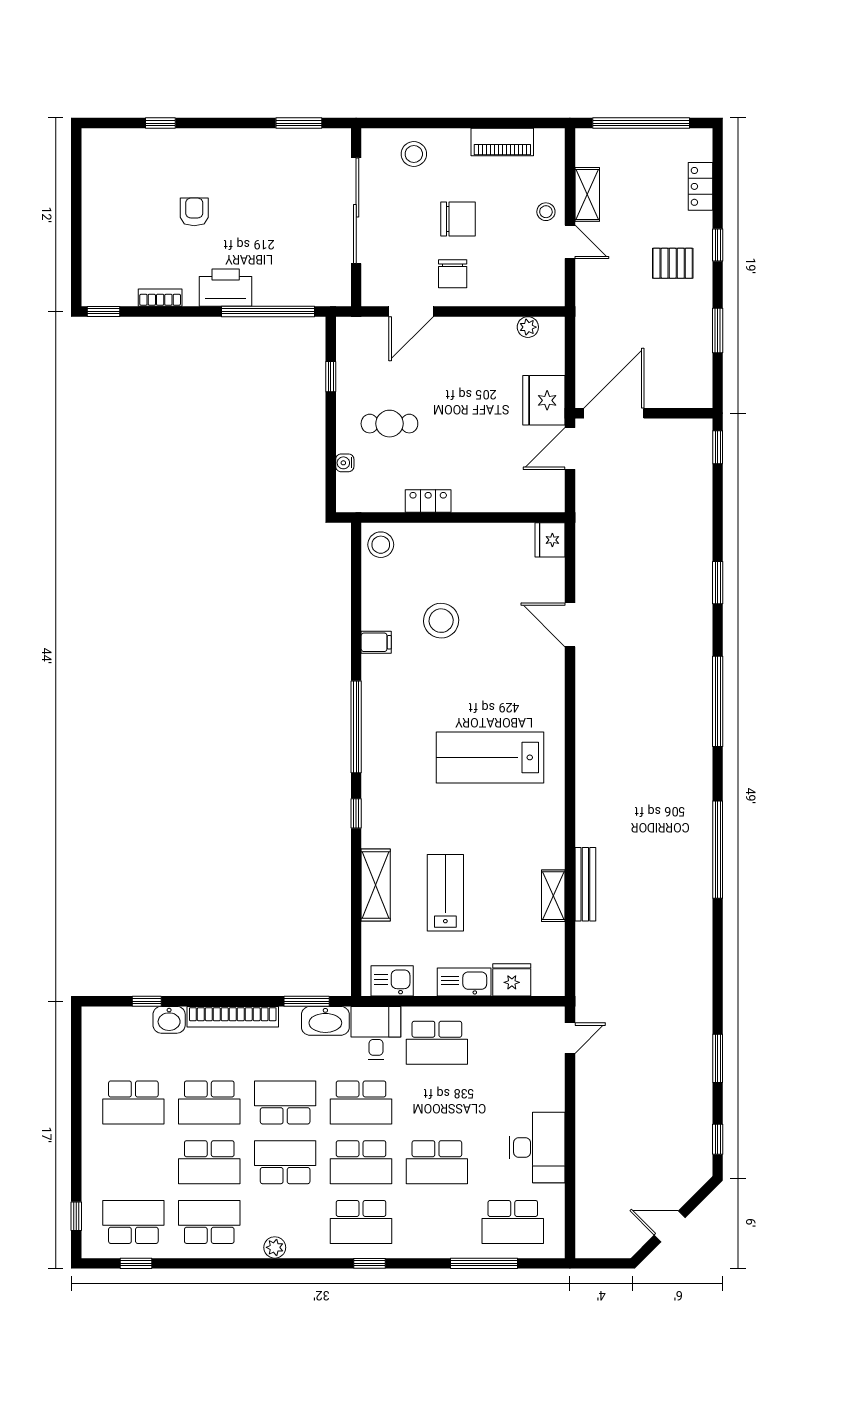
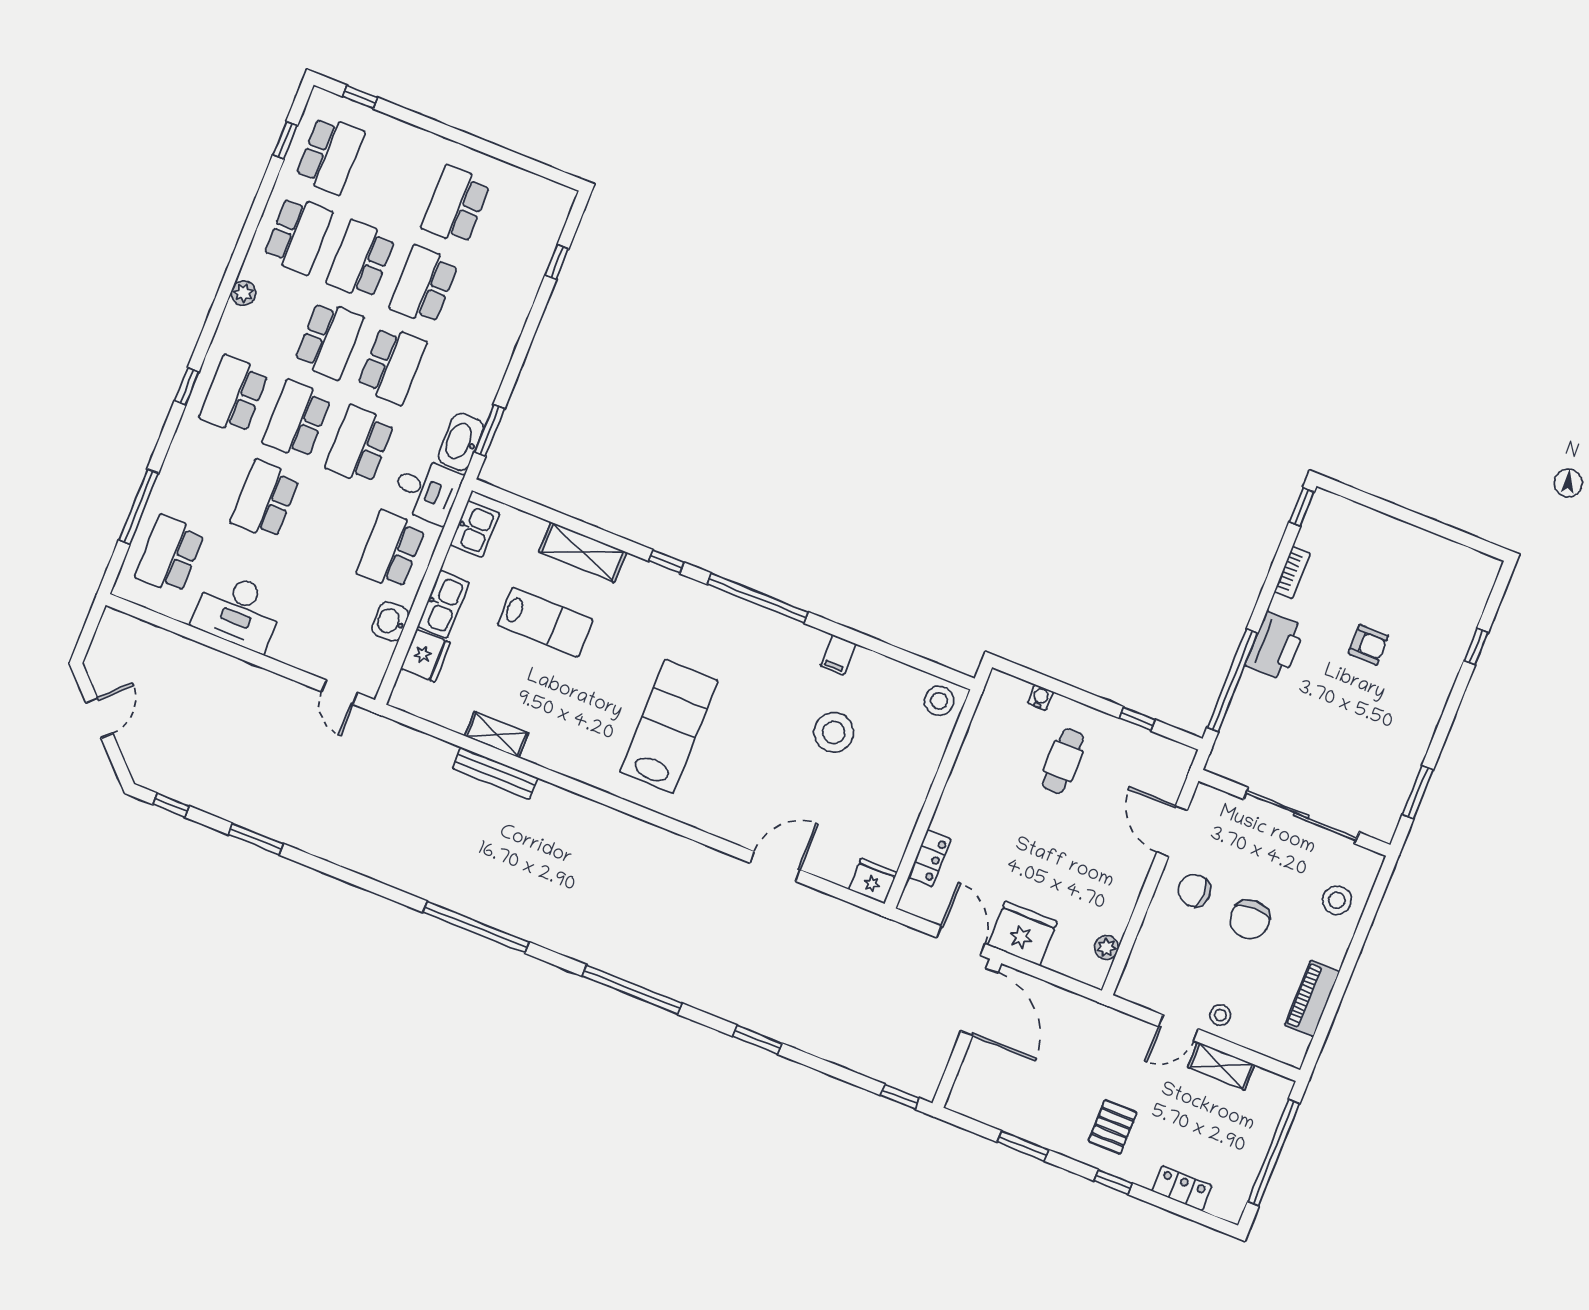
locker: (428, 501) -> (930, 858), moved
bookcase: (233, 1017) -> (504, 346), removed
washbasin: (169, 1020) -> (390, 622), moved

